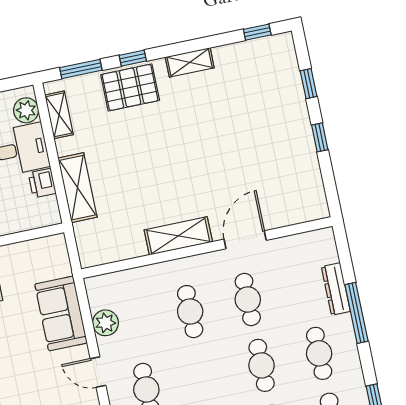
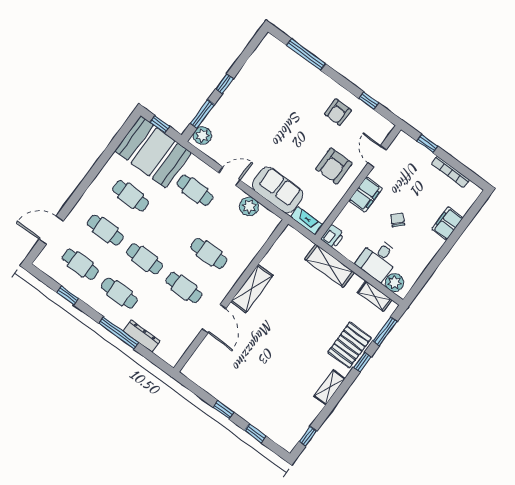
printer: (42, 183) -> (333, 237), moved, turned 90
fireplace: (60, 255) -> (307, 221), added

